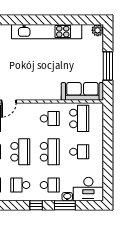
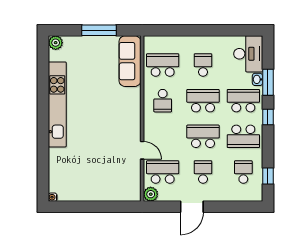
school desk: (50, 118) -> (163, 101), turned 180
school desk: (20, 185) -> (243, 136), width x1.85
school desk: (50, 185) -> (243, 101), width x1.85

